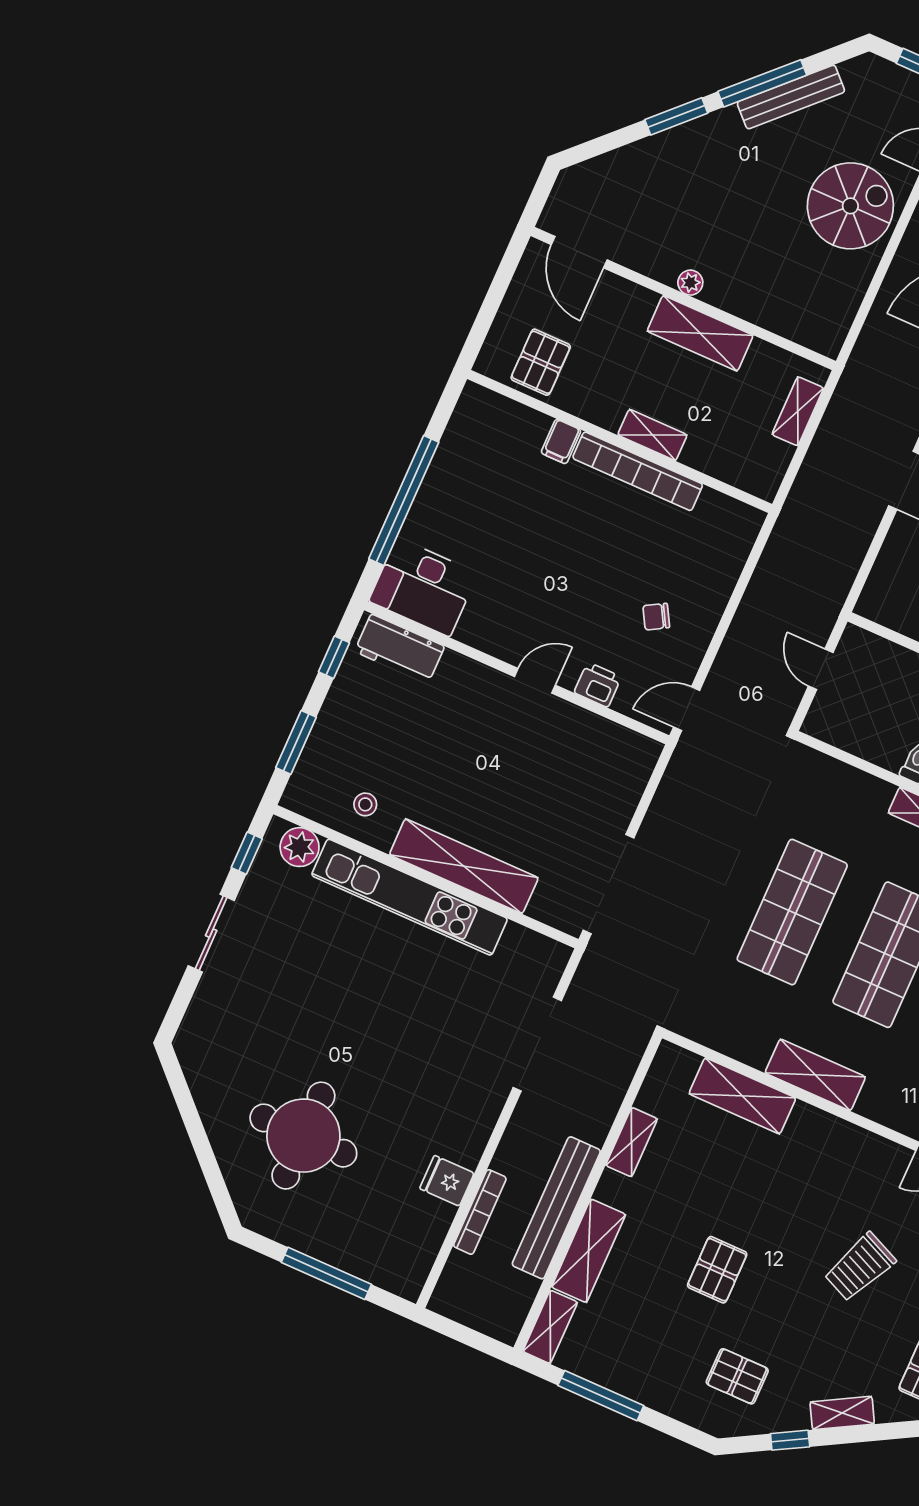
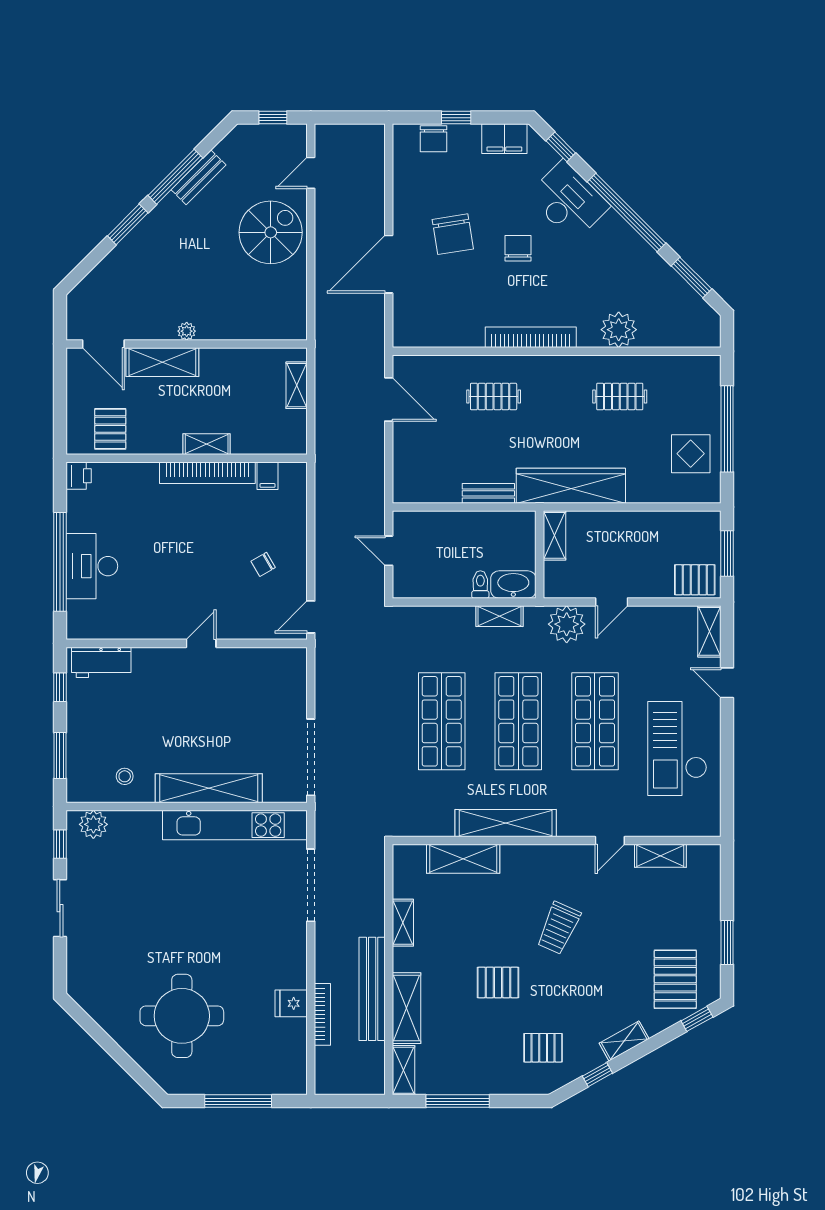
bench: (791, 97) -> (199, 177), width x0.73
shelving: (700, 333) -> (162, 362), moved
filing cabinet: (561, 442) -> (268, 476), moved
desk: (423, 587) -> (92, 566), moved, turned 90
printer: (598, 685) -> (79, 476), moved, turned 90
kitchen unit: (410, 897) -> (235, 825), moved
shelving: (815, 1075) -> (506, 823), width x1.47
trolley: (860, 1267) -> (559, 928), moved
pallet: (717, 1270) -> (498, 982), turned 90

